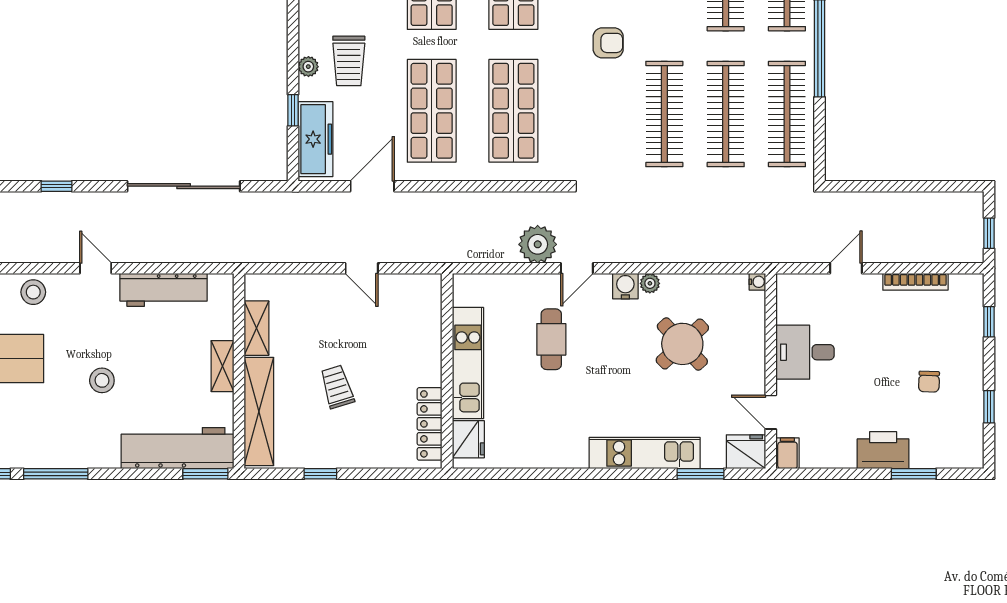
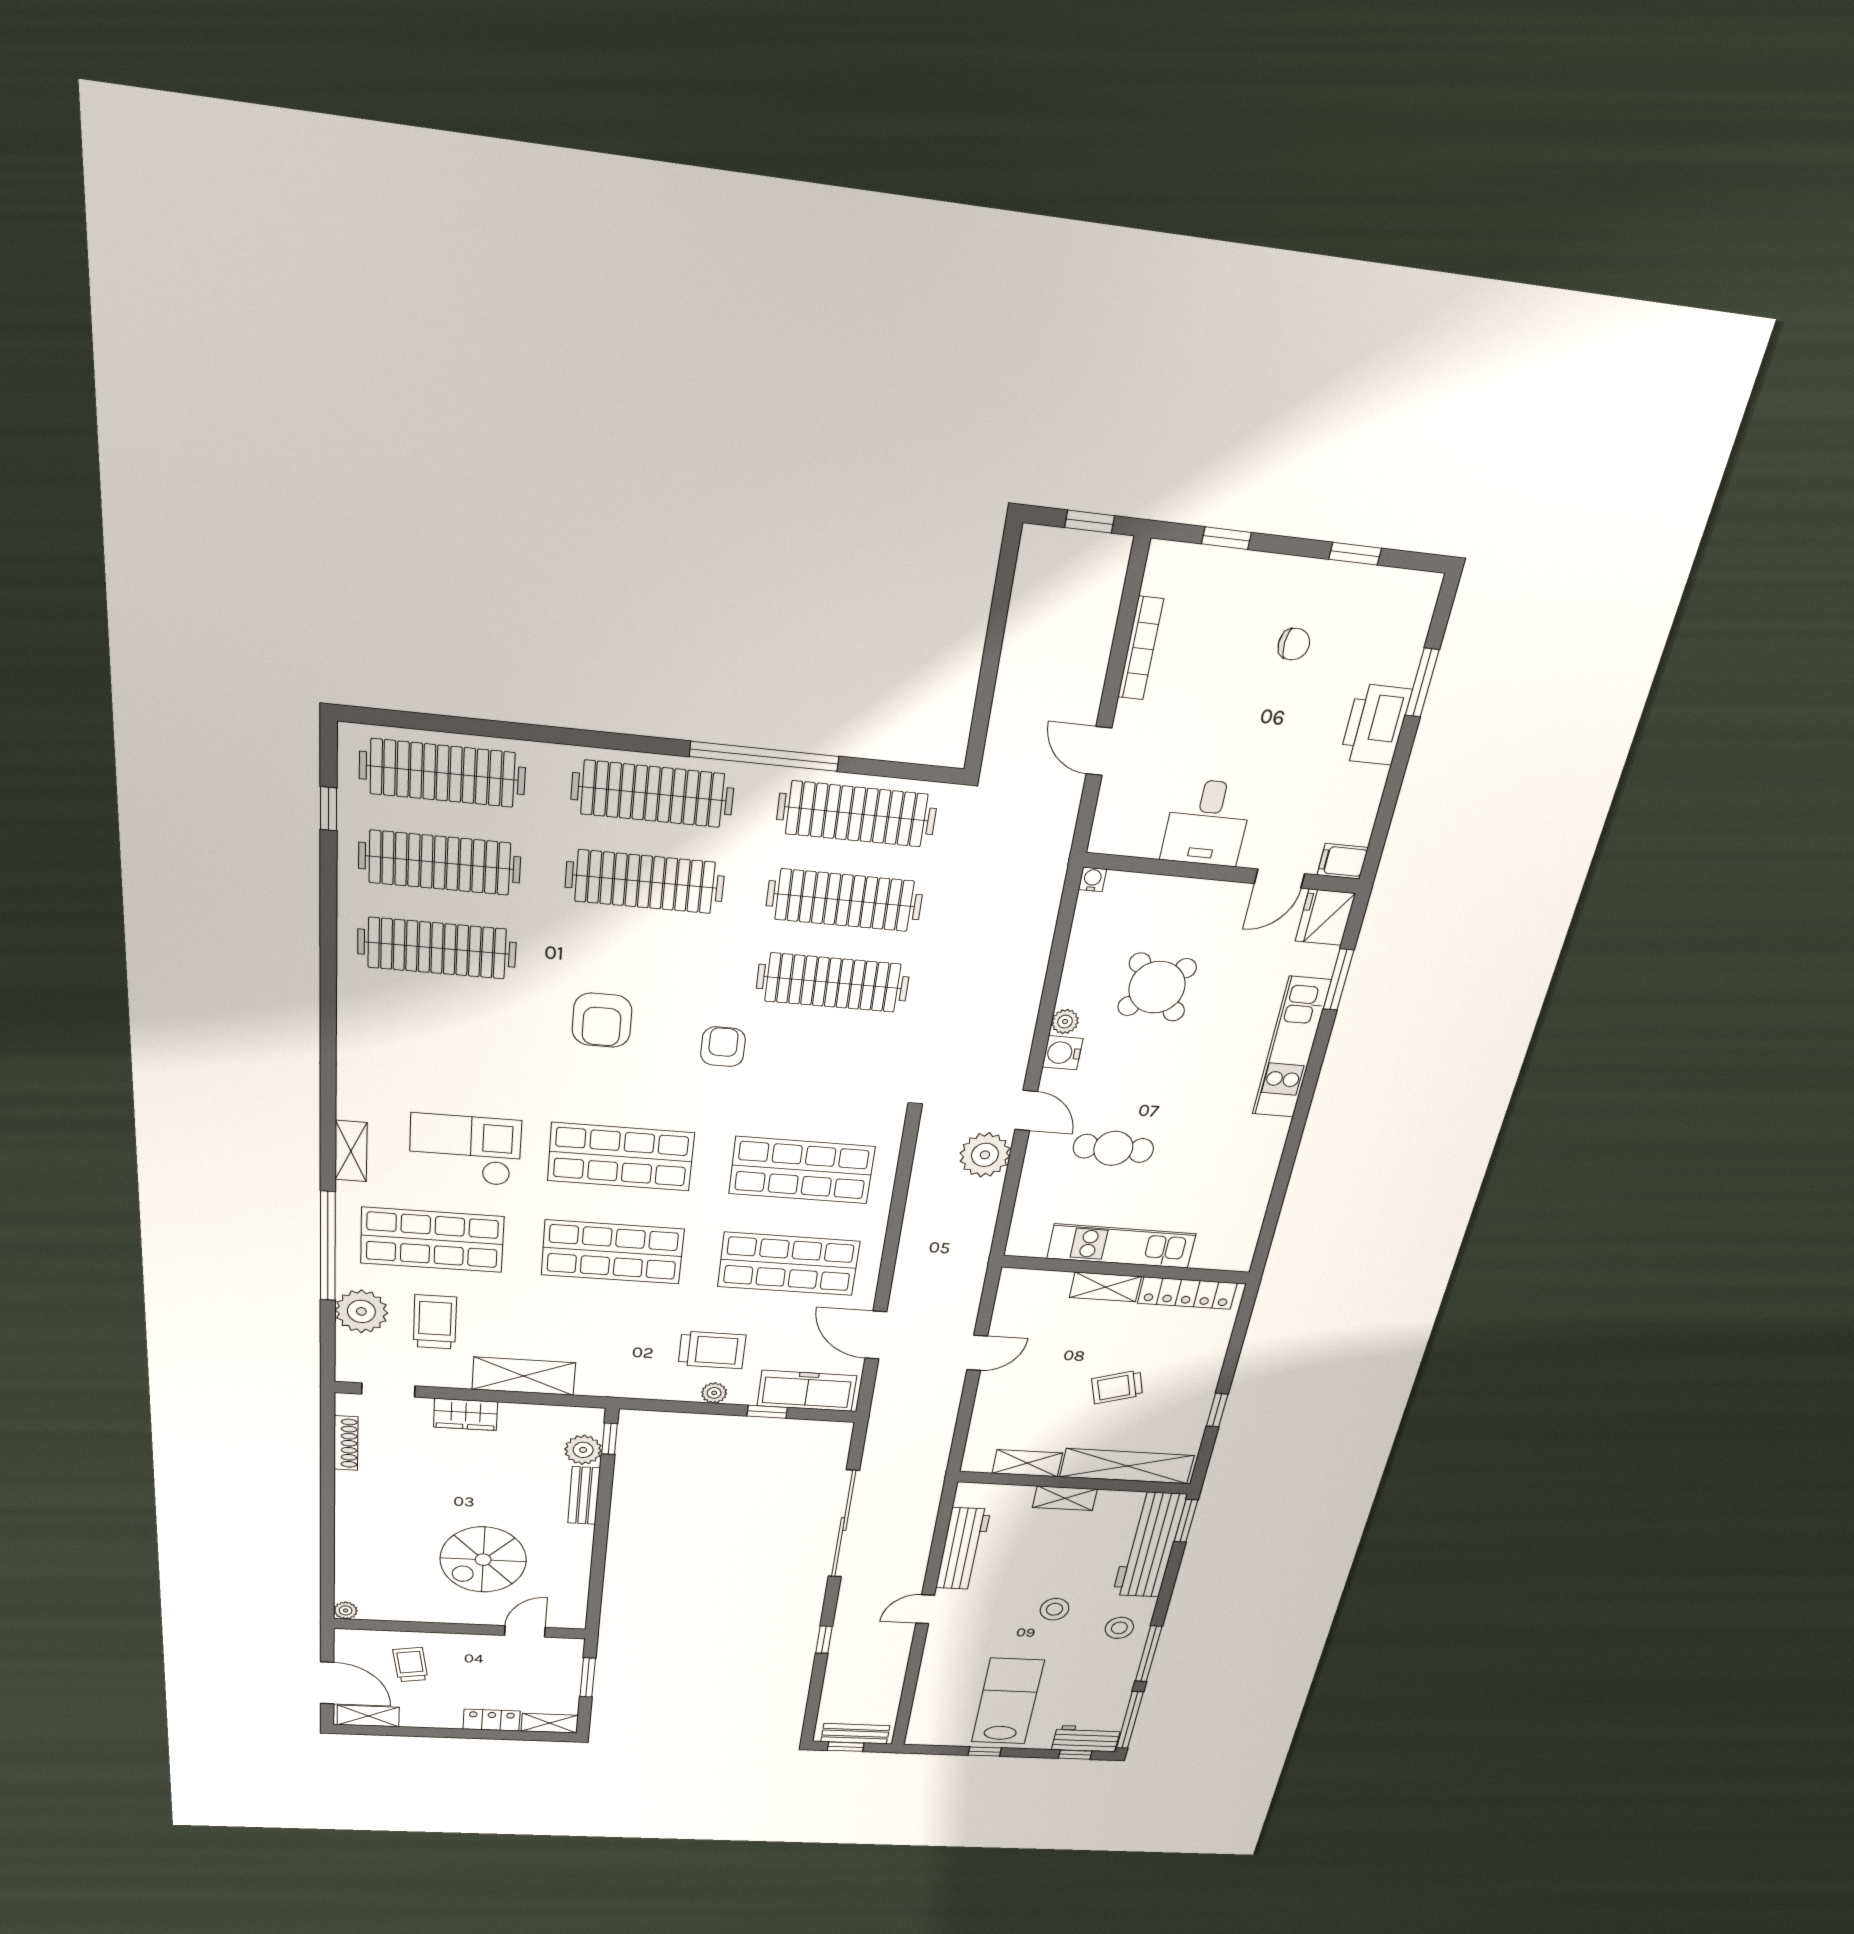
stool: (33, 292) -> (1119, 1628), moved
shelving: (430, 358) -> (1105, 1287), added
fridge: (468, 439) -> (1218, 1252), removed

